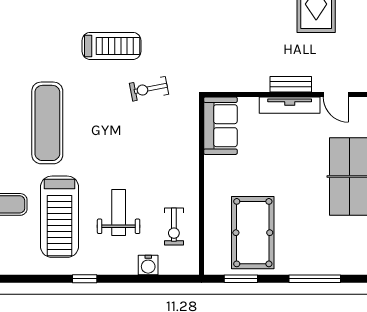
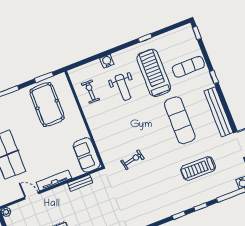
treadmill: (112, 46) -> (198, 168), moved
bench: (291, 84) -> (80, 183), moved
water cooler: (148, 265) -> (107, 61), moved
window: (85, 279) -> (145, 38), moved

